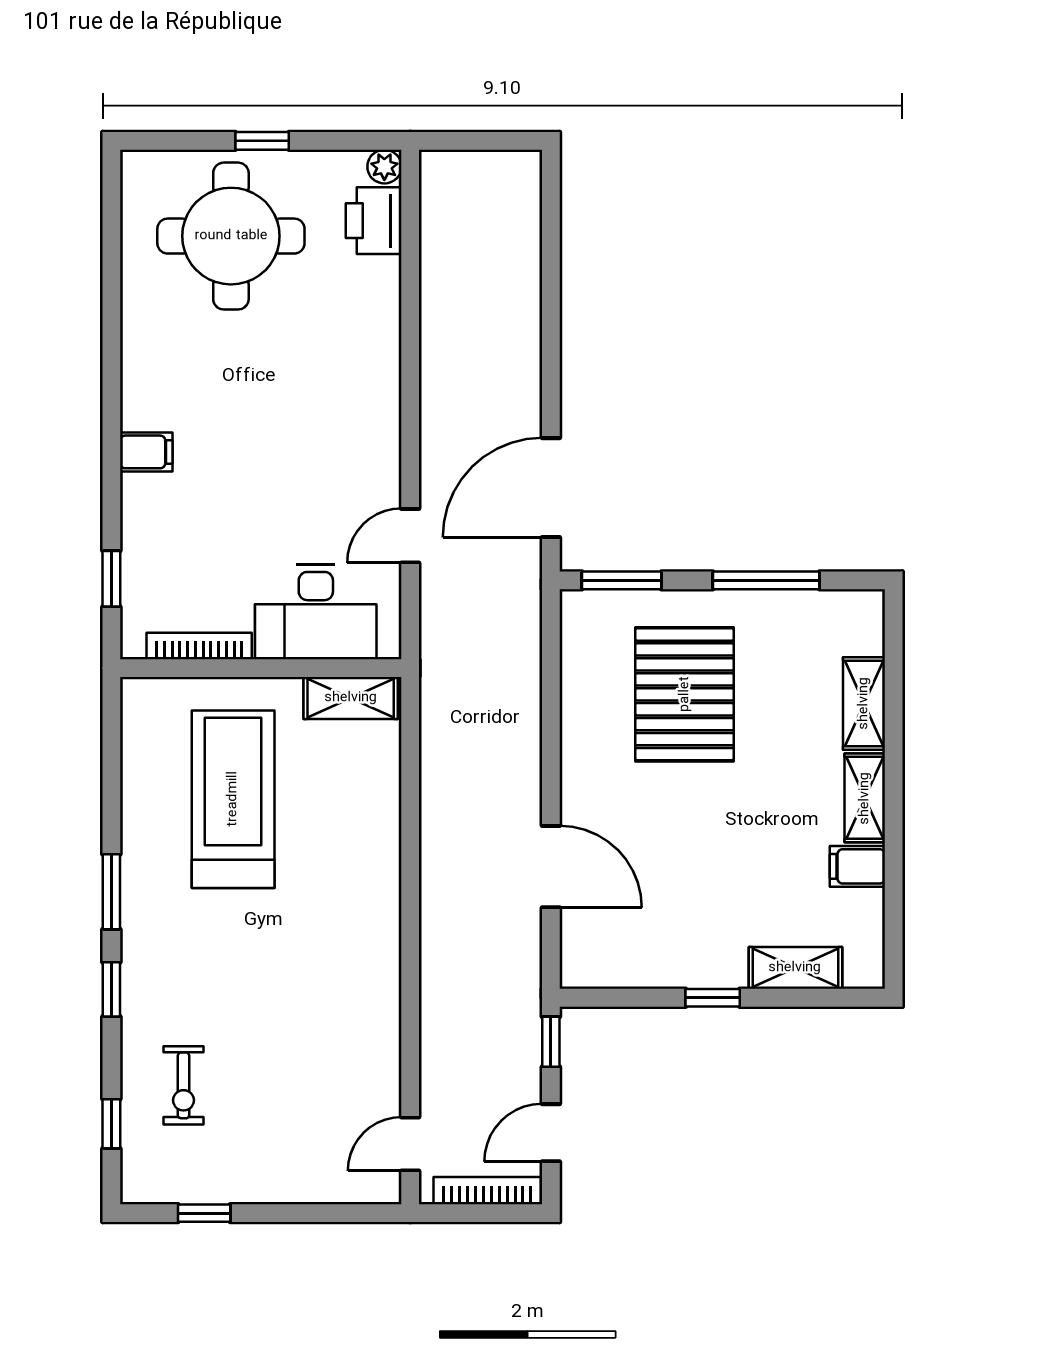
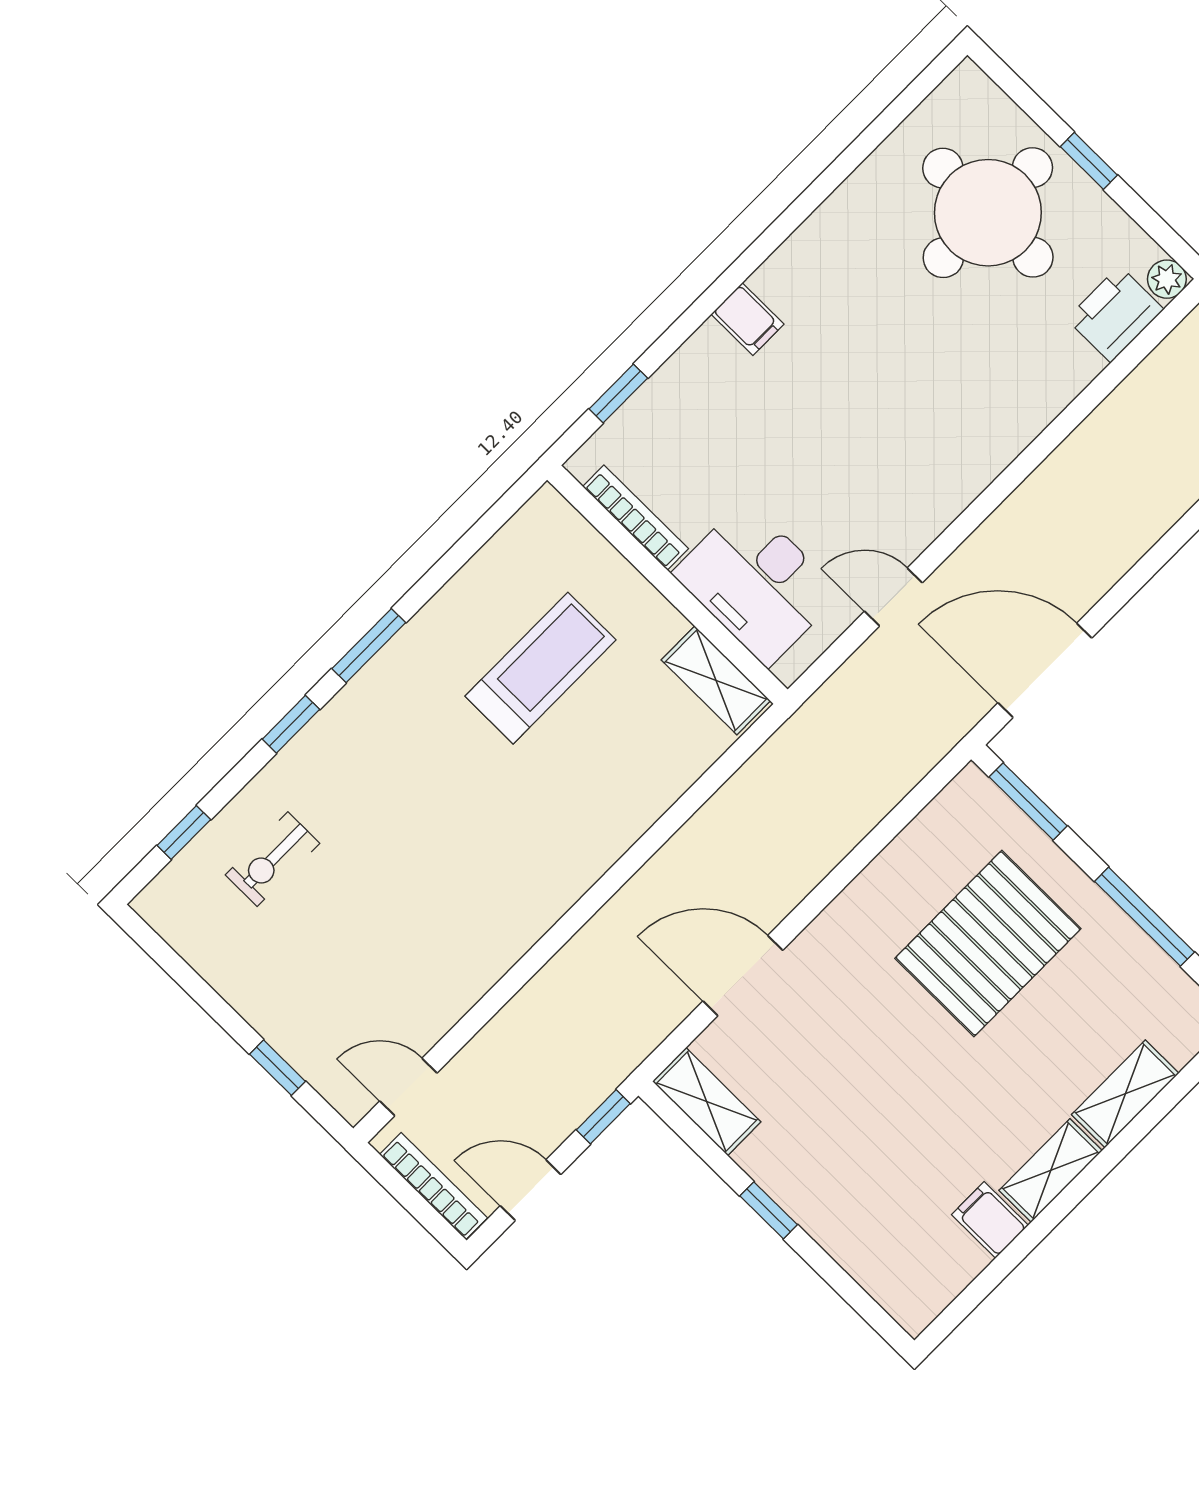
treadmill: (233, 799) -> (541, 668), width x0.73, depth x0.73
door: (551, 867) -> (743, 976), swing flipped
shelving: (795, 968) -> (707, 1102), moved
window: (204, 1213) -> (278, 1068), moved

